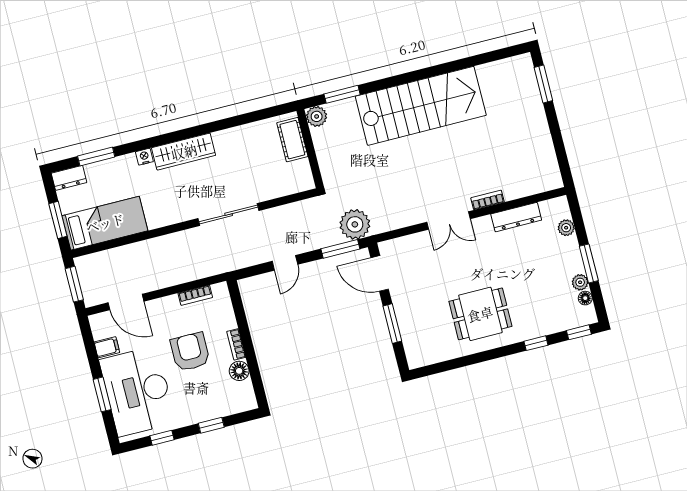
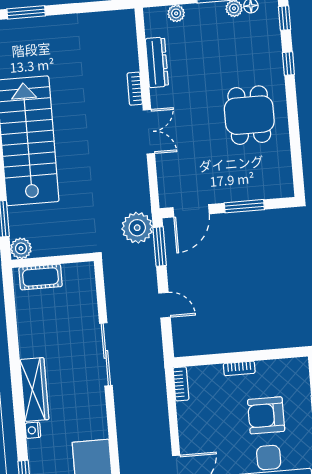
bookcase: (195, 295) -> (181, 384), moved
armchair: (190, 352) -> (266, 415), moved
floor lamp: (239, 371) -> (267, 370), removed

